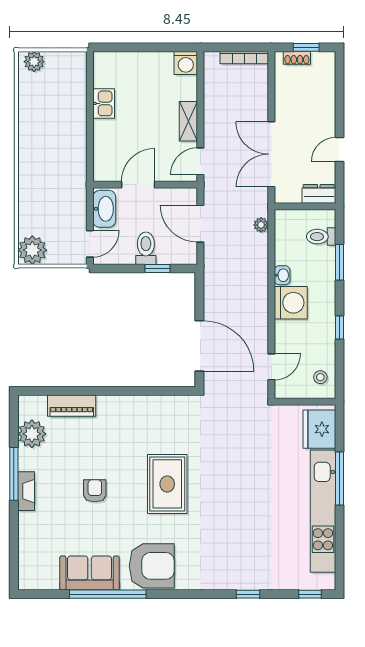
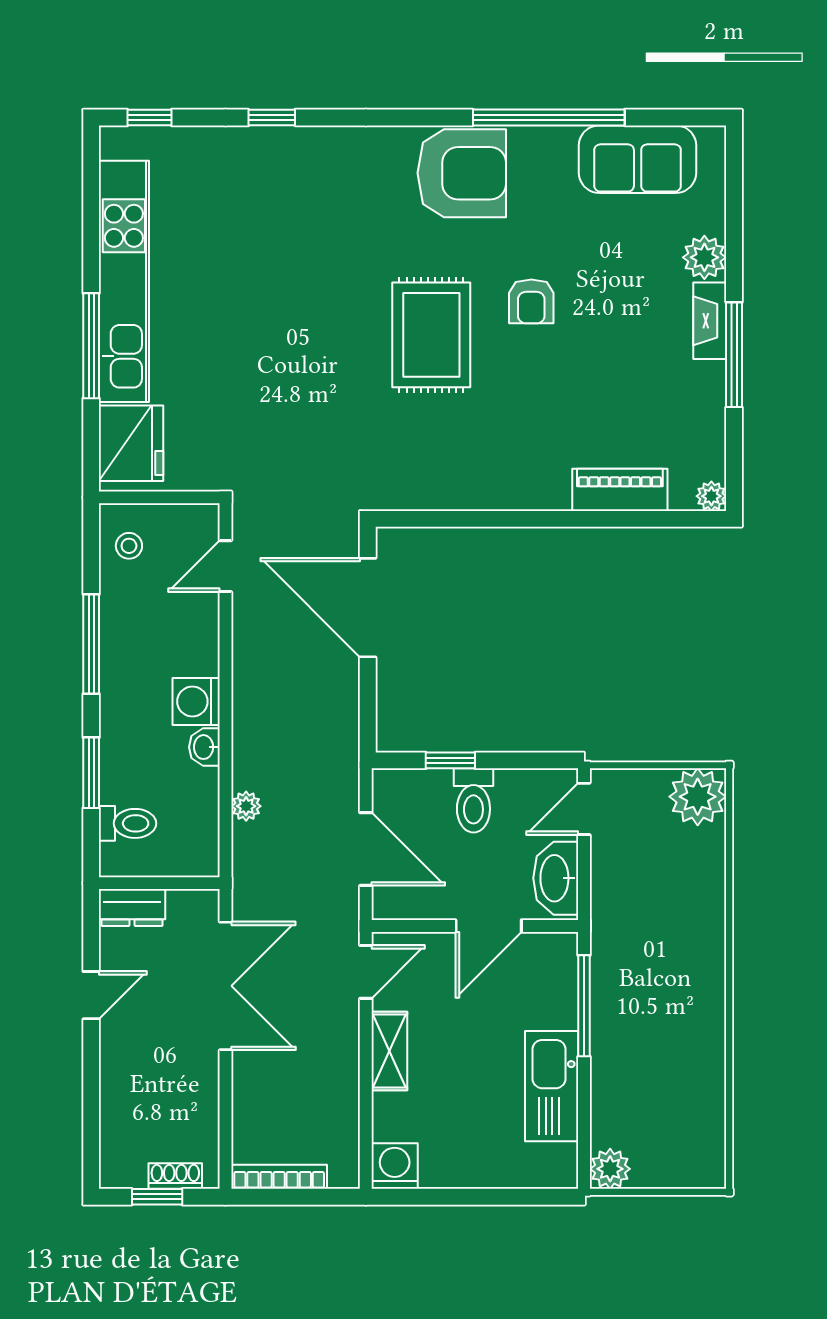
plant: (34, 62) -> (610, 1169), moved
kitchen sink: (104, 103) -> (552, 1086), width x1.87, depth x1.24
window: (90, 144) -> (584, 1006), added
plant: (261, 225) -> (246, 806), moved
washing machine: (291, 303) -> (196, 702), width x0.73, depth x0.73
window: (340, 327) -> (91, 644), width x2.17
plant: (32, 434) -> (711, 496), moved, width x0.53, depth x0.53
armchair: (95, 491) -> (531, 301), moved
plant: (29, 523) -> (704, 257), added
armchair: (152, 566) -> (462, 173), turned 180
sofa: (90, 573) -> (638, 159), moved

